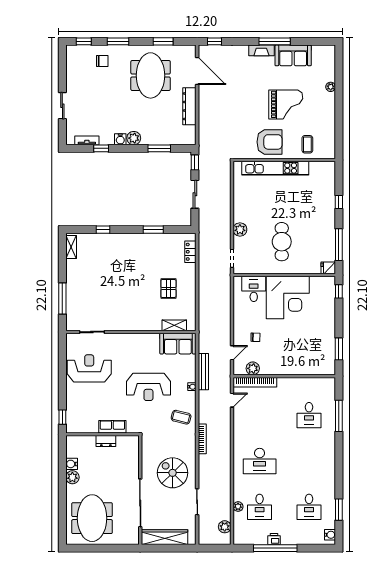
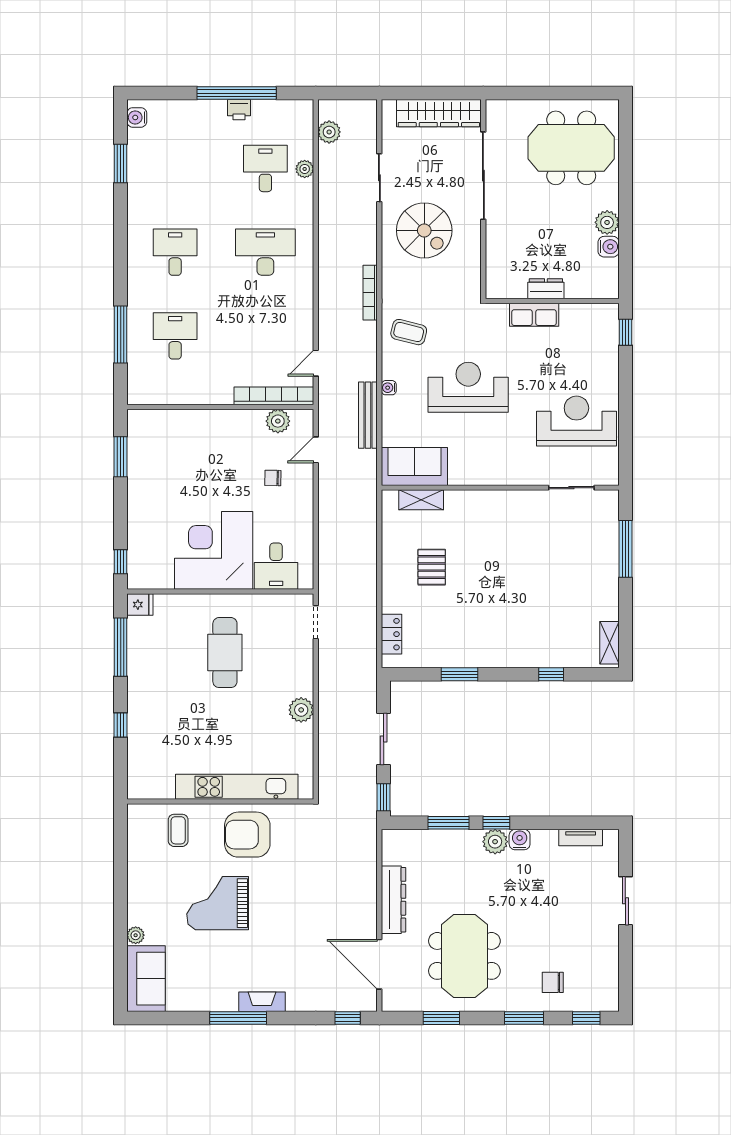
sofa: (293, 55) -> (146, 979), moved, turned 90
window: (101, 148) -> (496, 823), moved
plant: (240, 229) -> (301, 710), moved
reception desk: (89, 368) -> (576, 421), turned 180
desk: (309, 507) -> (175, 252), moved
meeting table: (92, 518) -> (571, 148), turned 90

